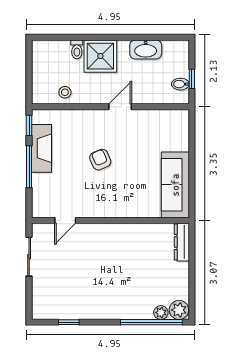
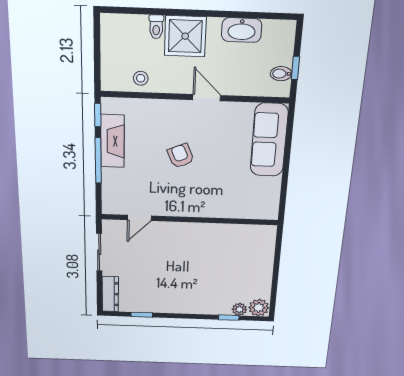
door: (120, 107) -> (207, 98), hinge flipped
sofa: (175, 185) -> (269, 140), moved
dresser: (182, 242) -> (110, 294), moved, turned 180
window: (151, 322) -> (229, 318), width x0.32

